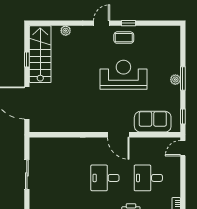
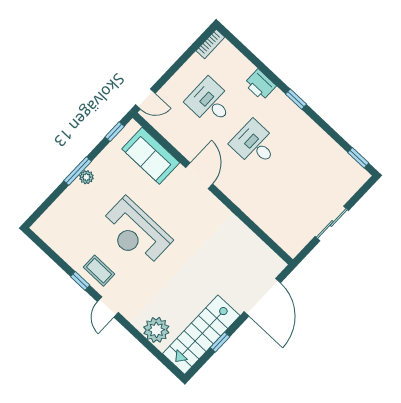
door: (102, 23) -> (108, 307), hinge flipped
plant: (66, 31) -> (156, 330), width x1.88, depth x1.88
desk: (105, 178) -> (255, 144), turned 180
desk: (148, 178) -> (210, 102), turned 180

